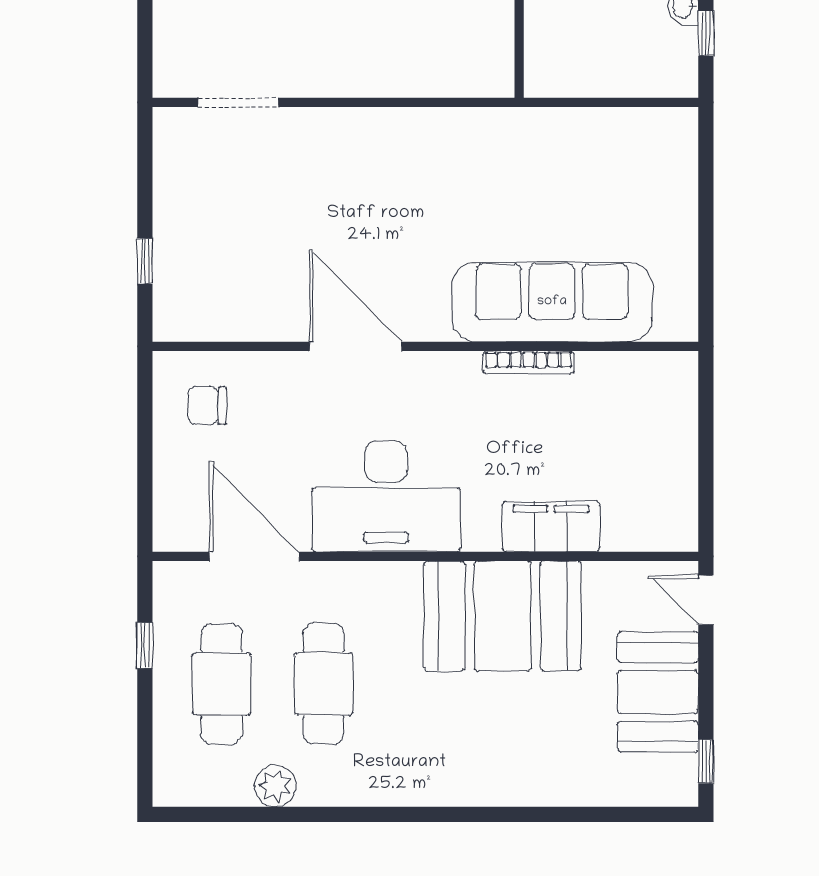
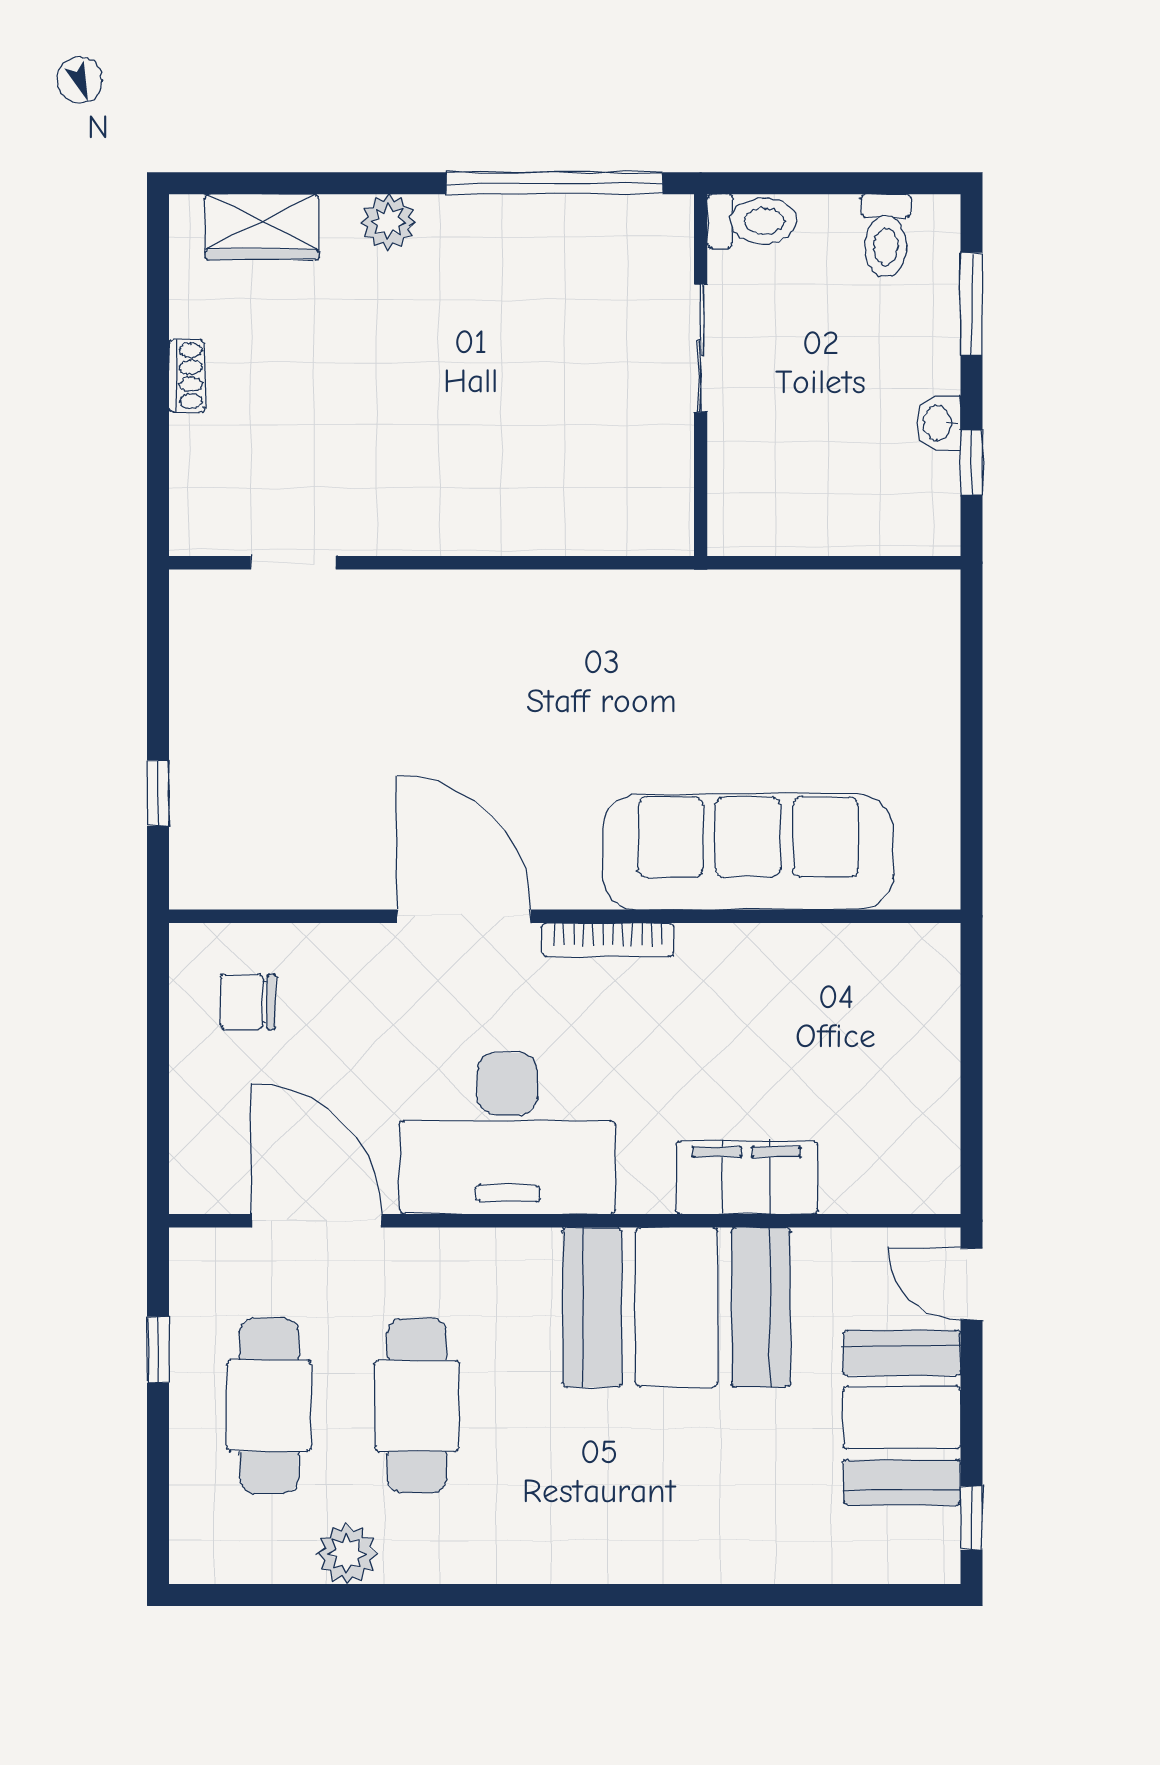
doorway: (238, 102) -> (293, 563), width x0.73
bookcase: (528, 362) -> (608, 940), moved

